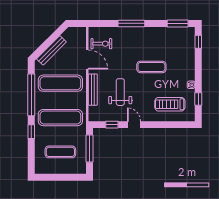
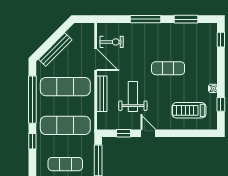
window: (178, 23) -> (186, 19), moved

